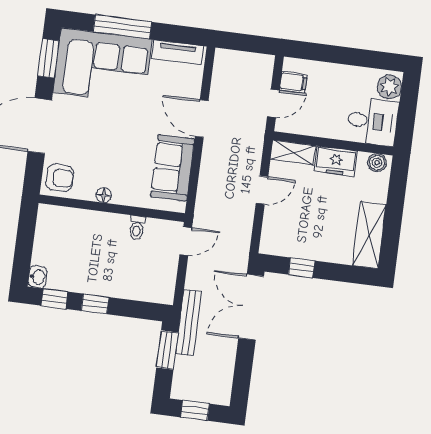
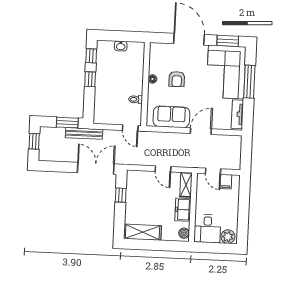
armchair: (60, 178) -> (177, 79), moved
washbasin: (38, 277) -> (121, 46), moved

